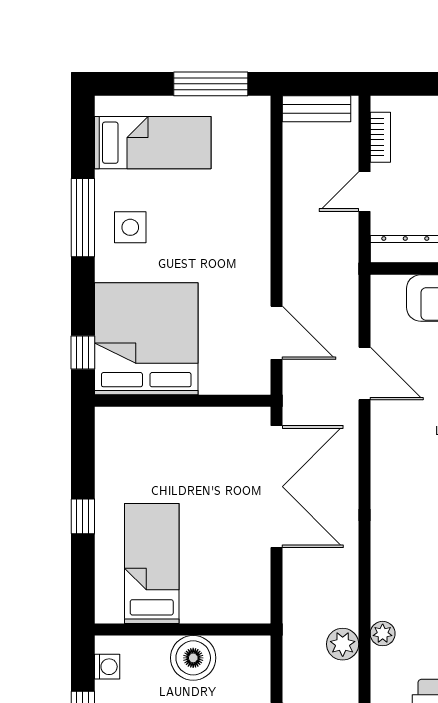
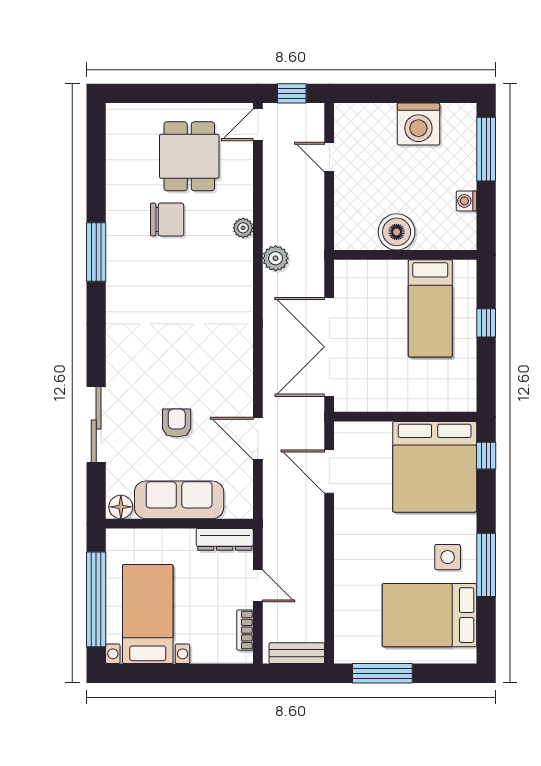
bed: (153, 143) -> (429, 615), width x1.50
door: (364, 192) -> (258, 586), hinge flipped
bed: (152, 563) -> (430, 308), moved
wall: (183, 629) -> (405, 255), moved
plant: (343, 644) -> (276, 258), moved
boiler: (193, 658) -> (397, 232), moved

